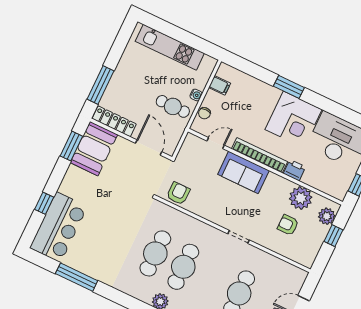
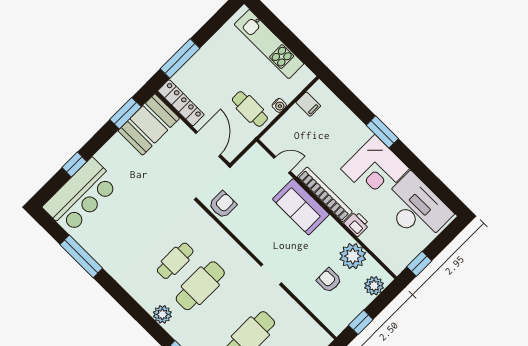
chair: (204, 113) -> (281, 128), removed
window: (334, 236) -> (361, 322), moved
cafe table: (155, 253) -> (175, 261), width x0.73, depth x0.74

